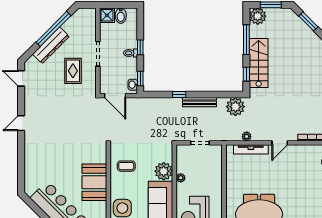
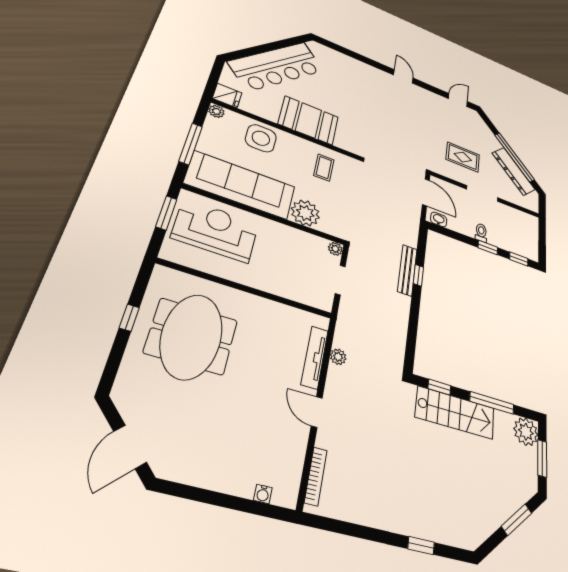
shower: (107, 15) -> (530, 223), removed
bidet: (121, 16) -> (529, 239), removed
dresser: (51, 45) -> (514, 171), moved
window: (140, 79) -> (519, 259), moved
door: (115, 96) -> (426, 192), swing flipped
bench: (200, 102) -> (407, 270), moved
plant: (235, 107) -> (390, 353), removed
plant: (181, 178) -> (335, 249), moved

